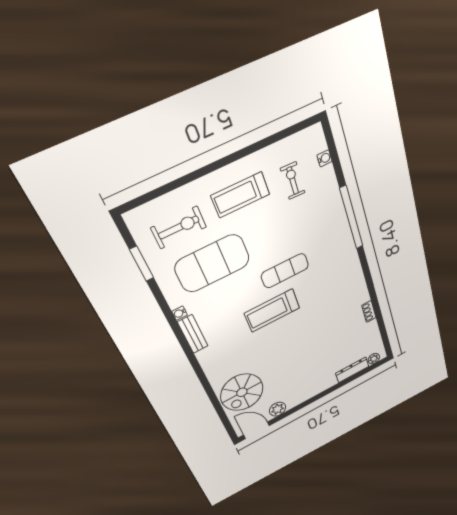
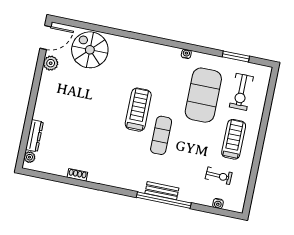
bench: (193, 334) -> (162, 191), moved

